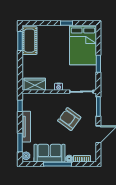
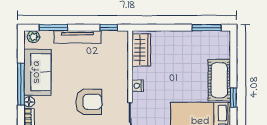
cot: (29, 41) -> (219, 80), moved, turned 90
armchair: (69, 119) -> (89, 102), turned 54

